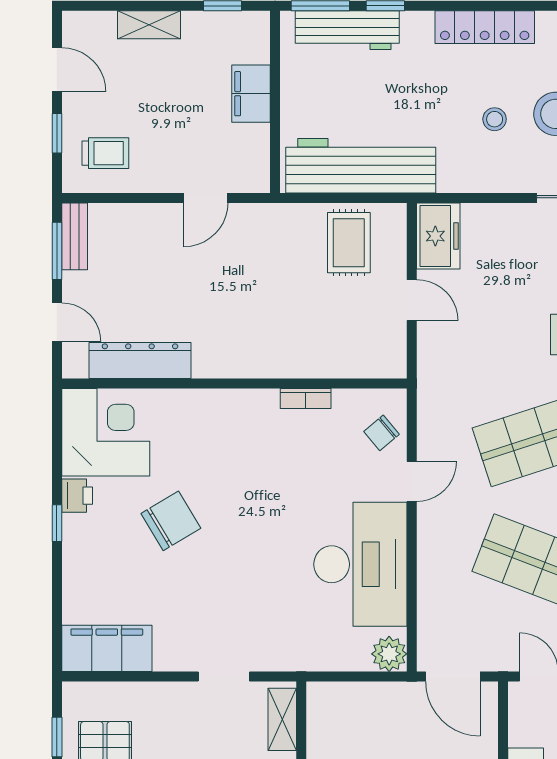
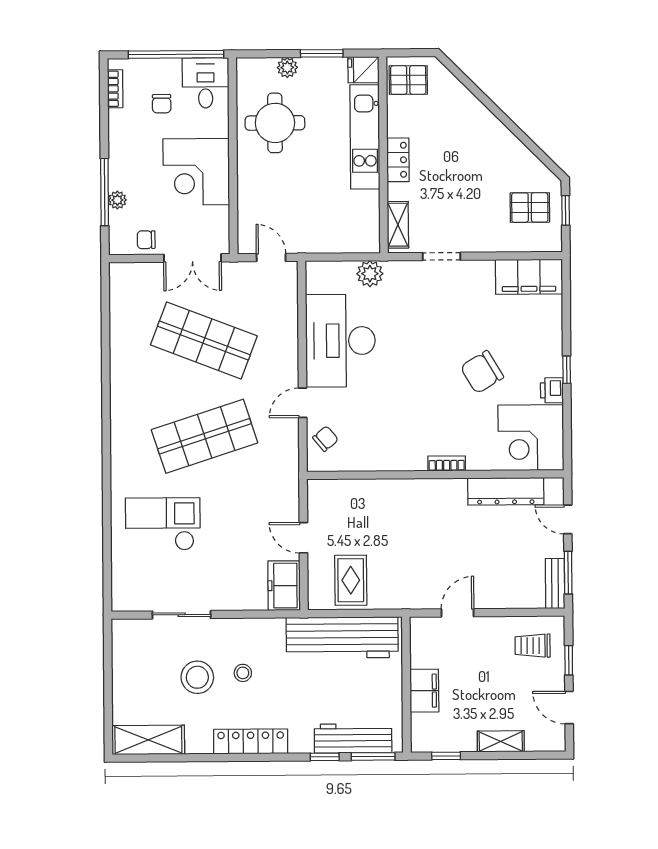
bookcase: (306, 398) -> (447, 463), moved
plant: (389, 654) -> (370, 274), moved
door: (453, 677) -> (271, 258), width x0.73

